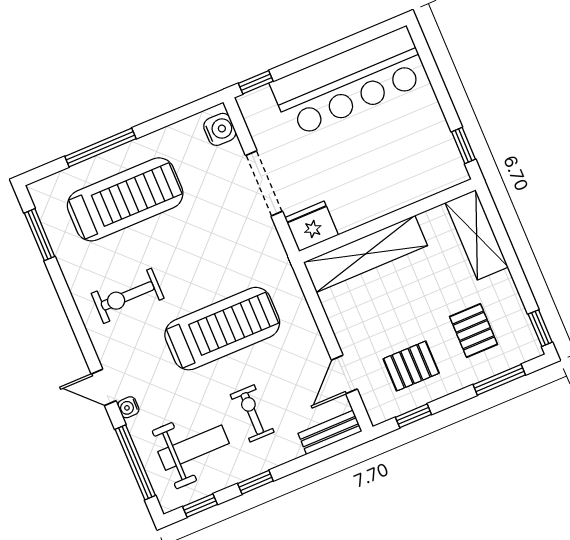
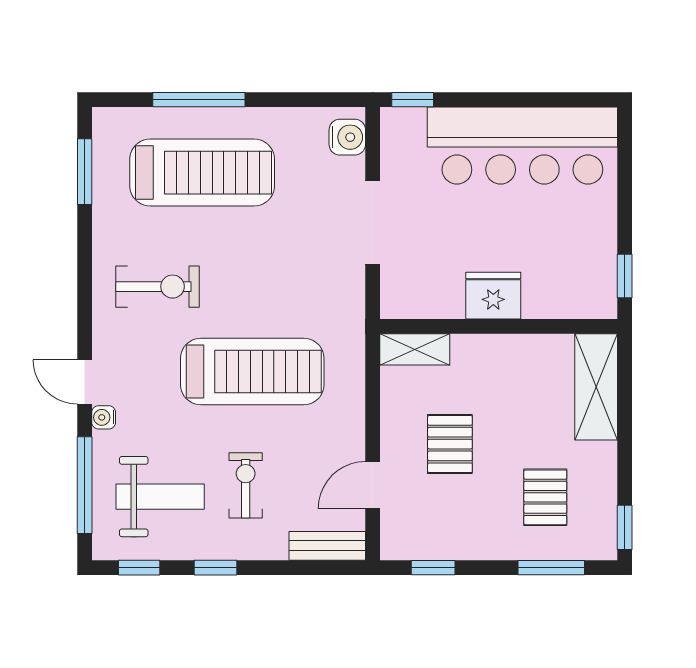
fridge: (312, 226) -> (493, 296), moved
shelving: (366, 254) -> (415, 349), width x0.45, depth x0.75
exercise bike: (128, 296) -> (158, 287), turned 180
pallet: (411, 366) -> (450, 444), moved, turned 90

